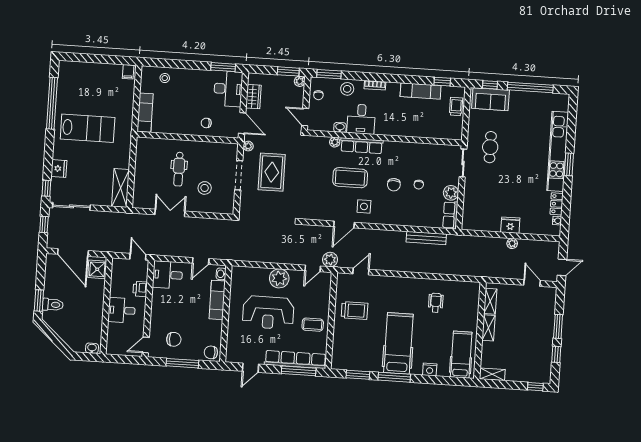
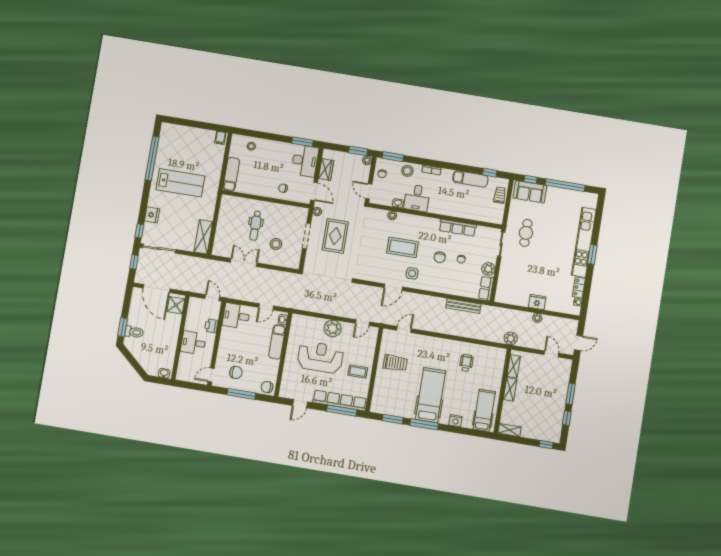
row of seats: (362, 146) -> (458, 228), moved
plant: (330, 260) -> (511, 338), moved
reception desk: (268, 313) -> (320, 357), turned 180

